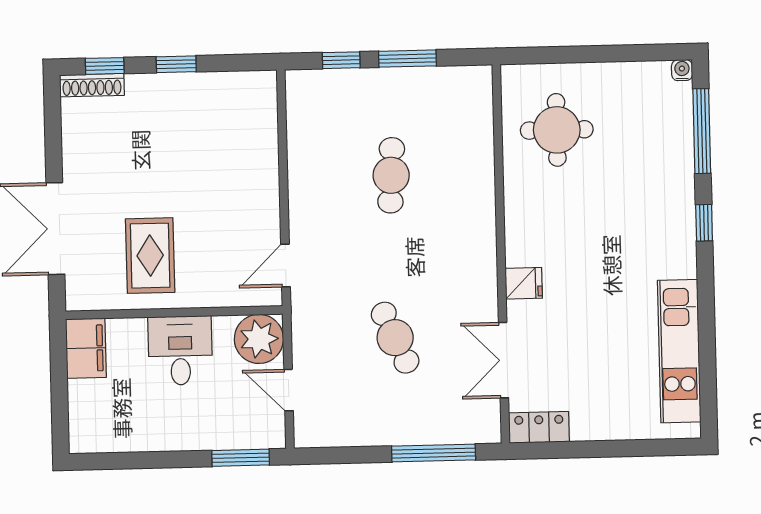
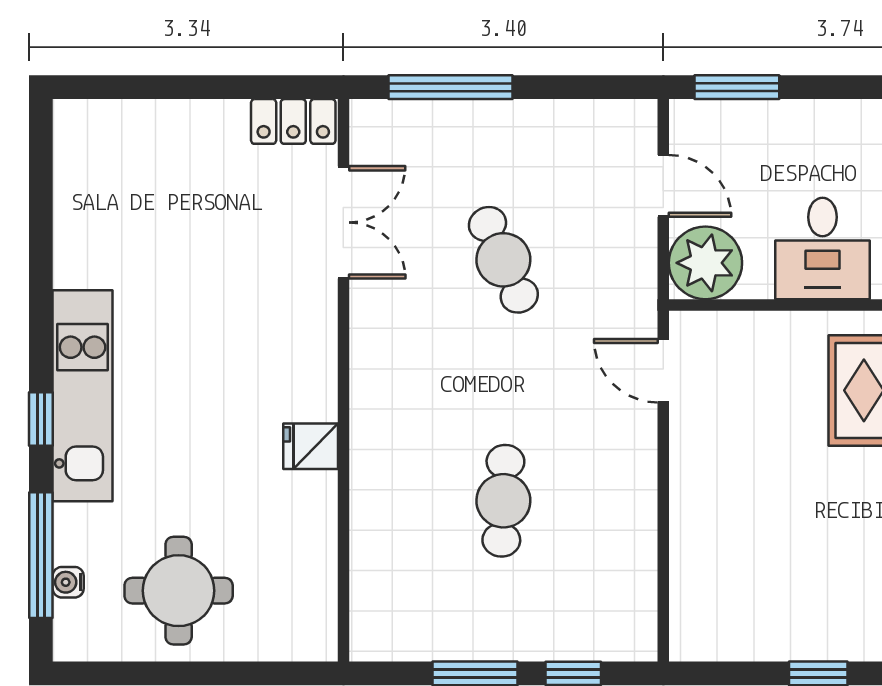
water cooler: (682, 70) -> (68, 582), moved, turned 90
round table: (557, 130) -> (179, 591), moved
door: (286, 265) -> (663, 371), swing flipped
fridge: (524, 283) -> (311, 446), moved
kitchen unit: (679, 351) -> (83, 396), moved

